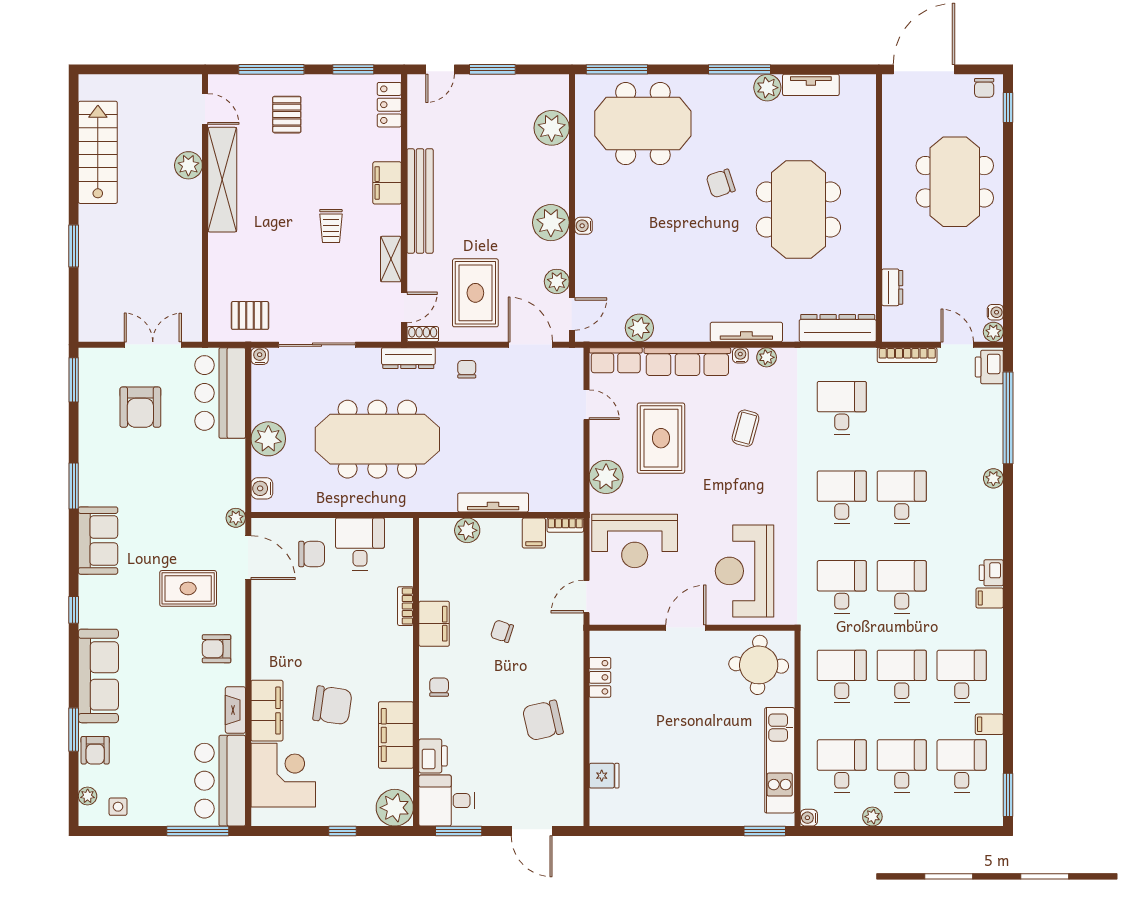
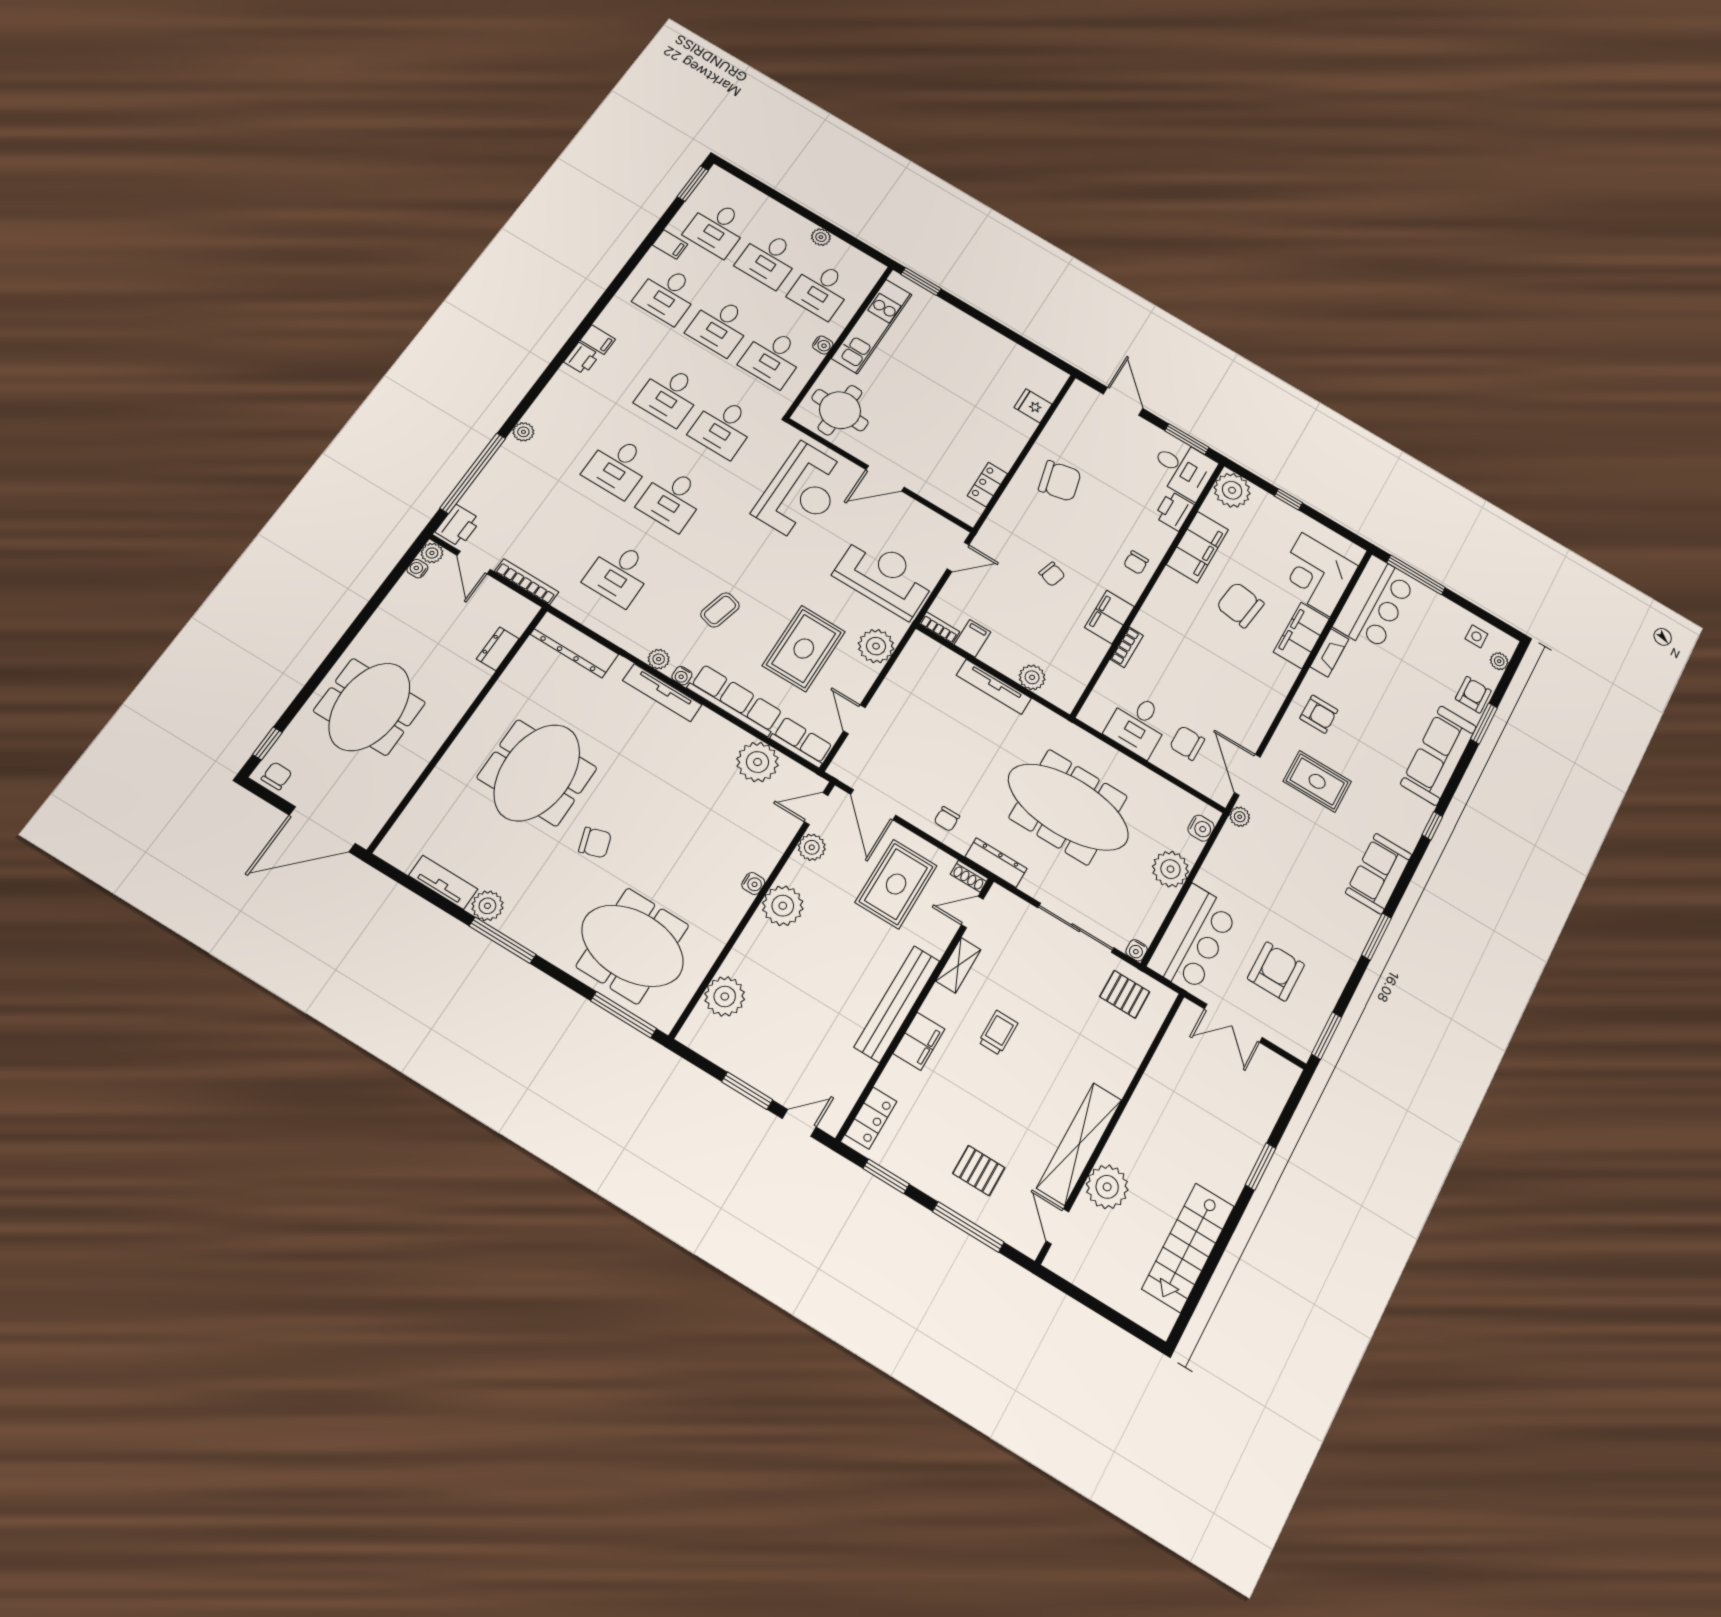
pallet: (287, 115) -> (979, 1171), turned 90
plant: (188, 165) -> (1107, 1187), width x1.36, depth x1.36
plant: (639, 328) -> (758, 762), width x1.36, depth x1.36
water cooler: (809, 818) -> (823, 345), moved

